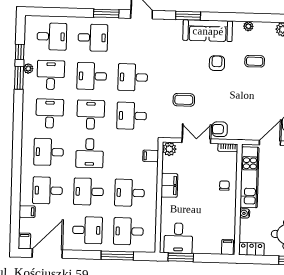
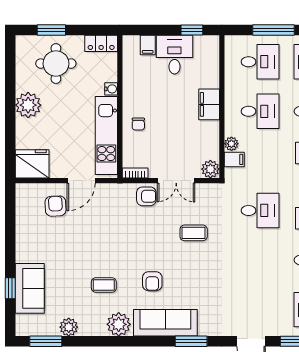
plant: (248, 26) -> (119, 324), width x1.87, depth x1.87
desk: (133, 77) -> (260, 260), removed
plant: (153, 168) -> (231, 144), added
filing cabinet: (169, 185) -> (209, 104), moved
desk: (178, 238) -> (174, 55), moved
filing cabinet: (227, 247) -> (148, 45), moved
window: (181, 257) -> (192, 30), width x0.67

